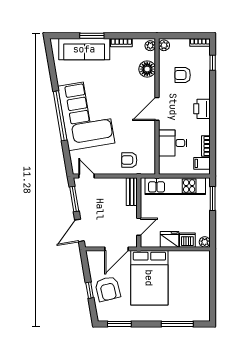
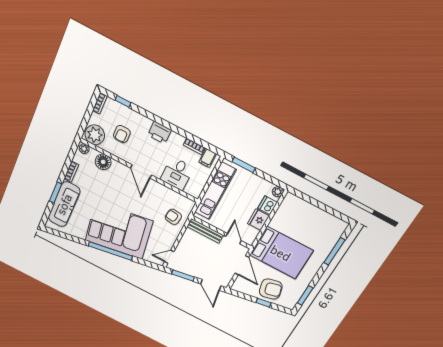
plant: (164, 45) -> (95, 135), width x1.87, depth x1.87
armchair: (129, 160) -> (173, 217), turned 97
bench: (132, 192) -> (205, 231), width x1.36

